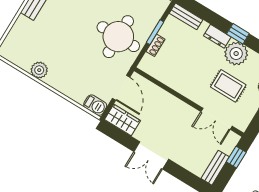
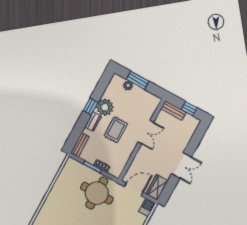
rug: (228, 86) -> (116, 130), moved
double door: (217, 119) -> (146, 132), moved
window: (236, 157) -> (189, 109), moved
bench: (215, 168) -> (174, 110), moved

